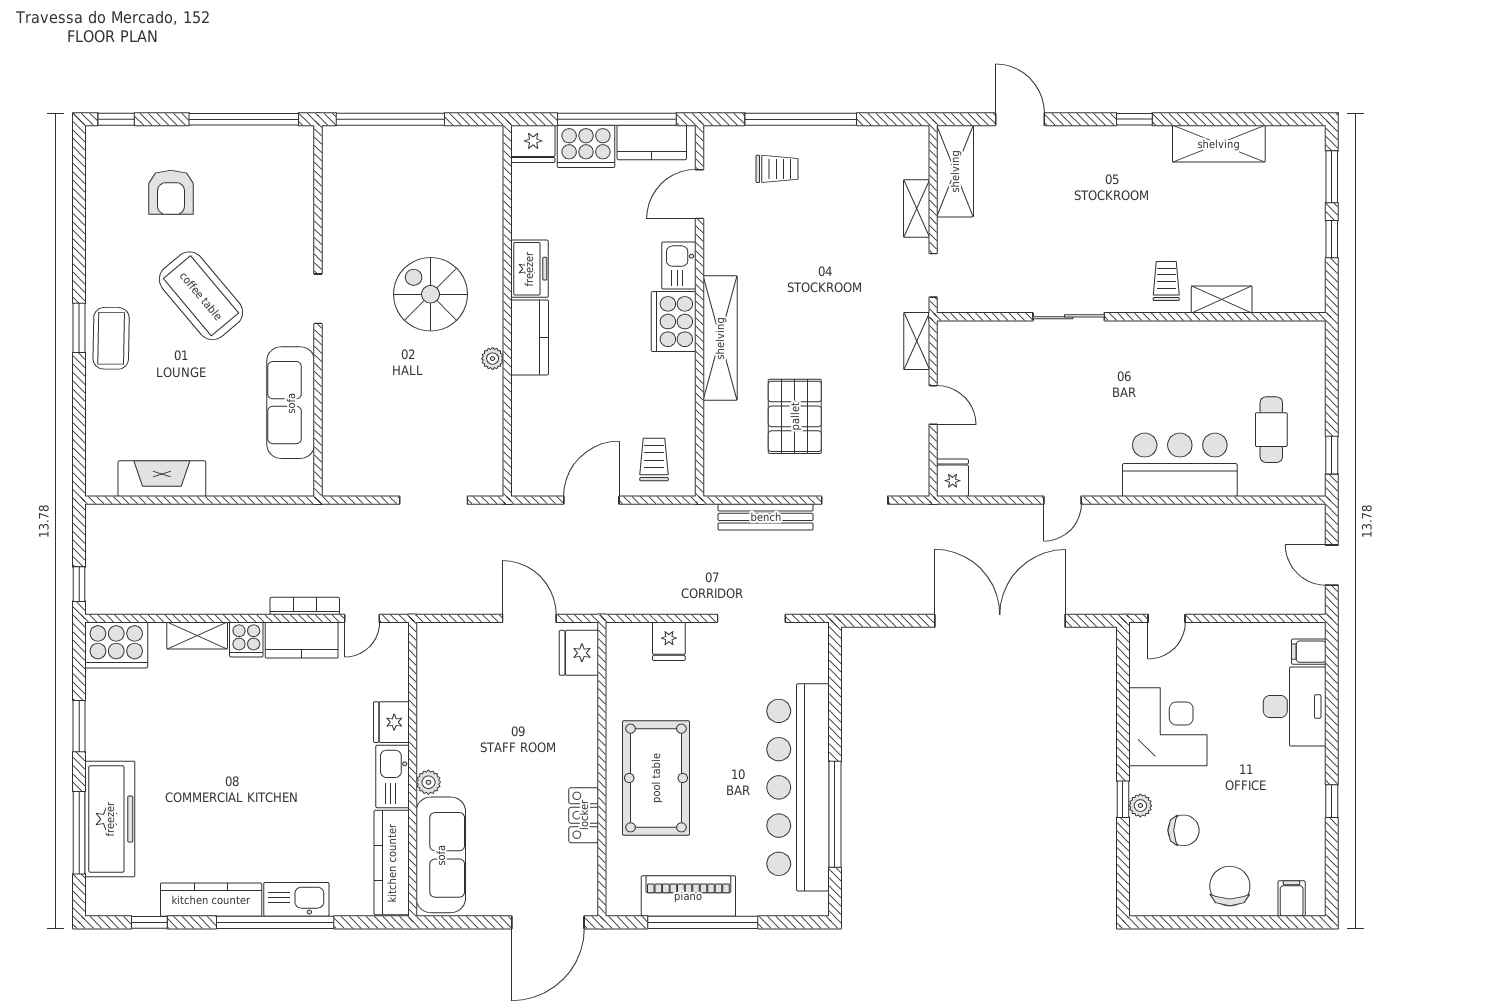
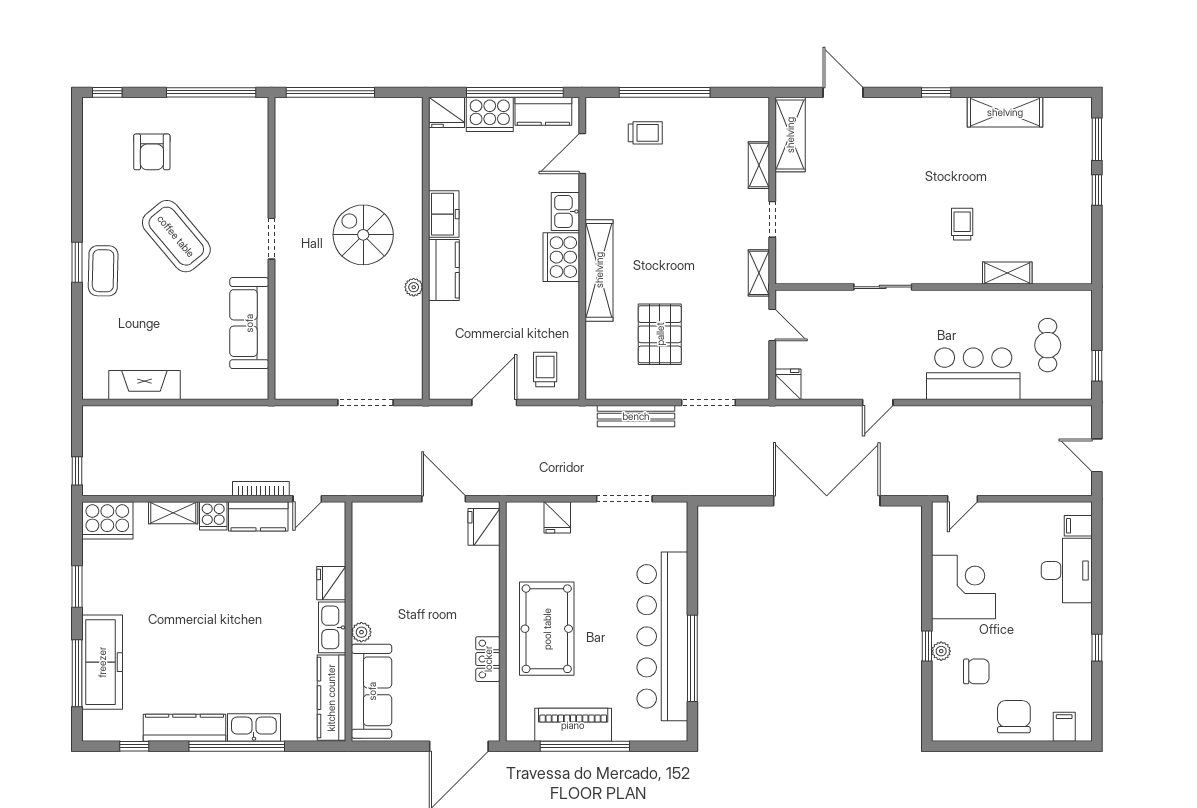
shelving: (1222, 300) -> (1007, 273), moved
sliding door: (1069, 317) -> (883, 287), moved
wall: (1131, 317) -> (934, 287), moved

